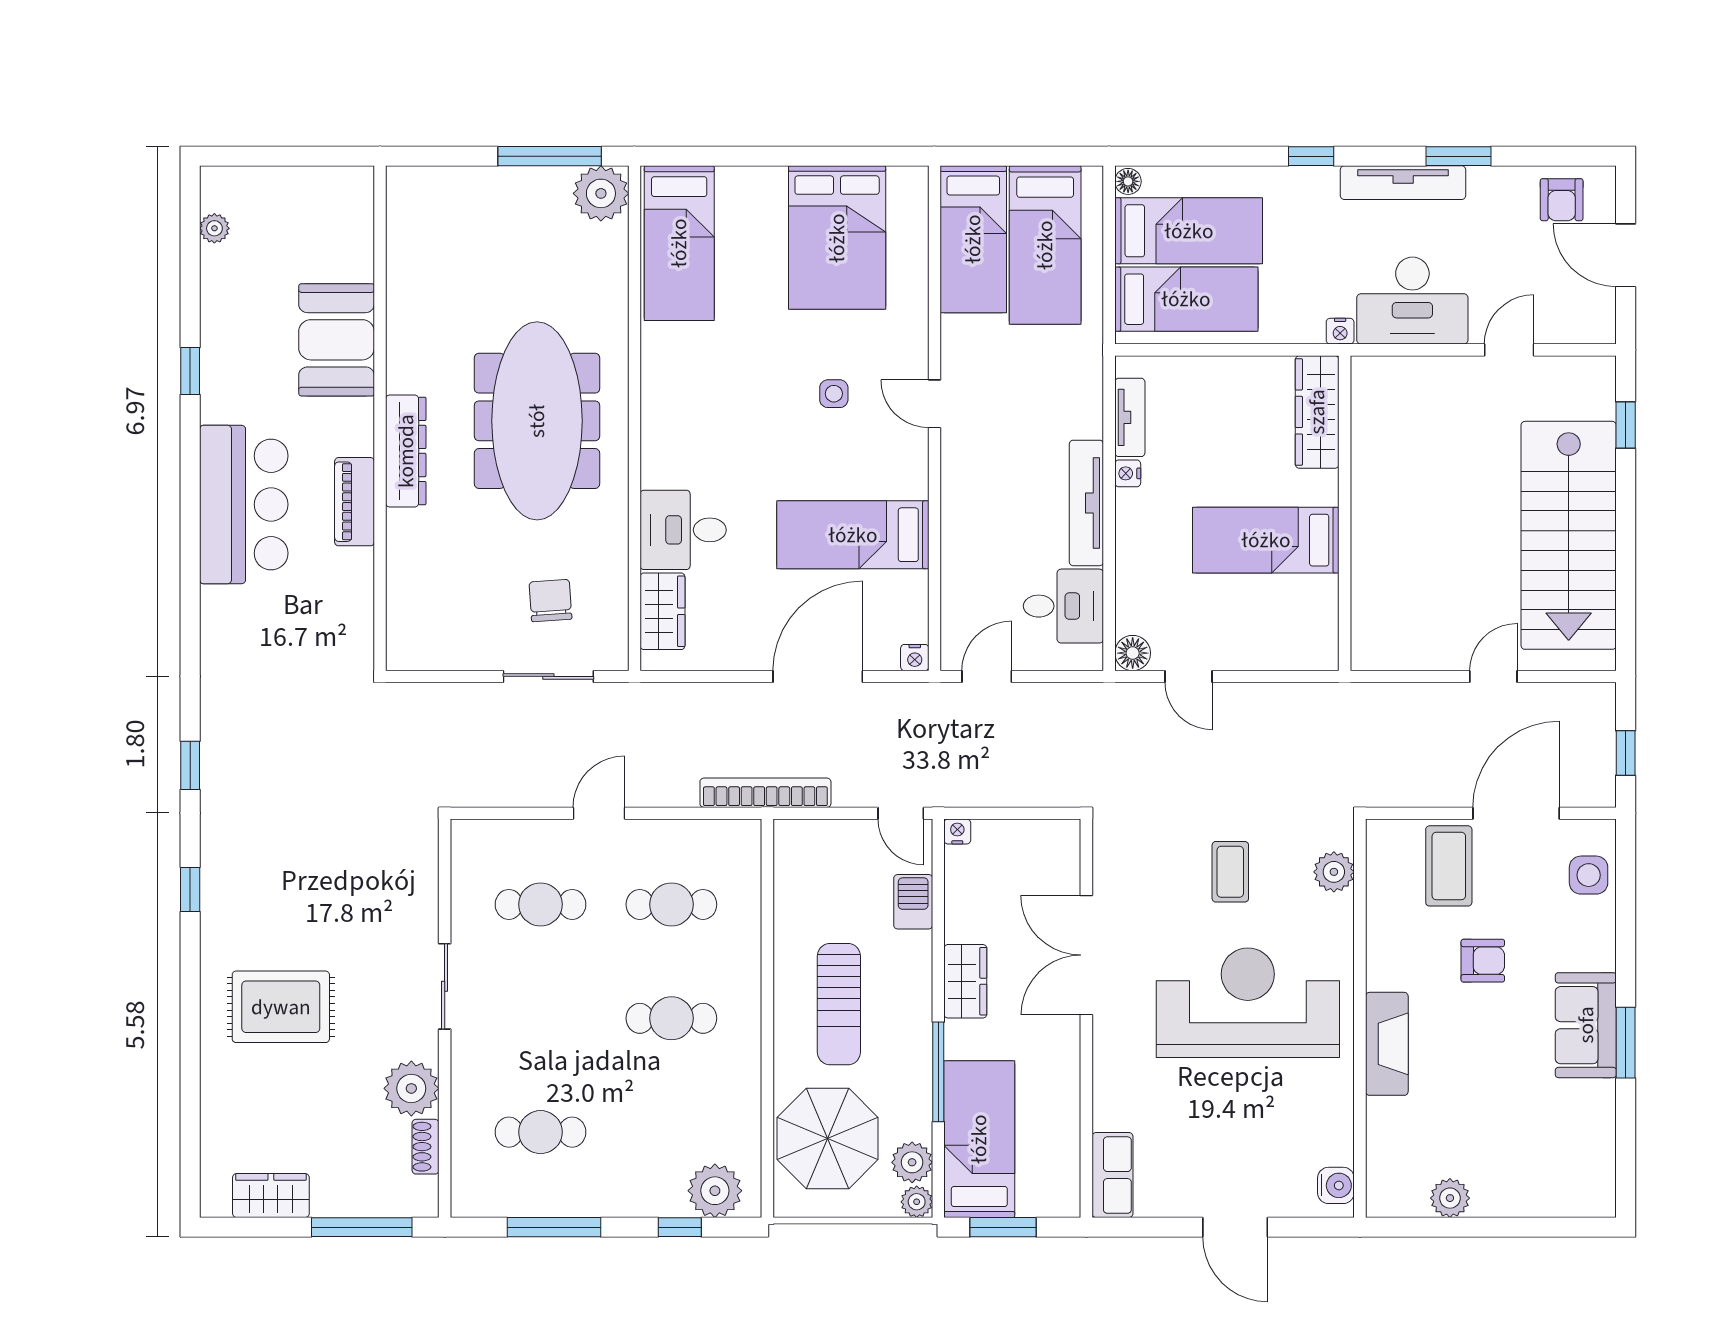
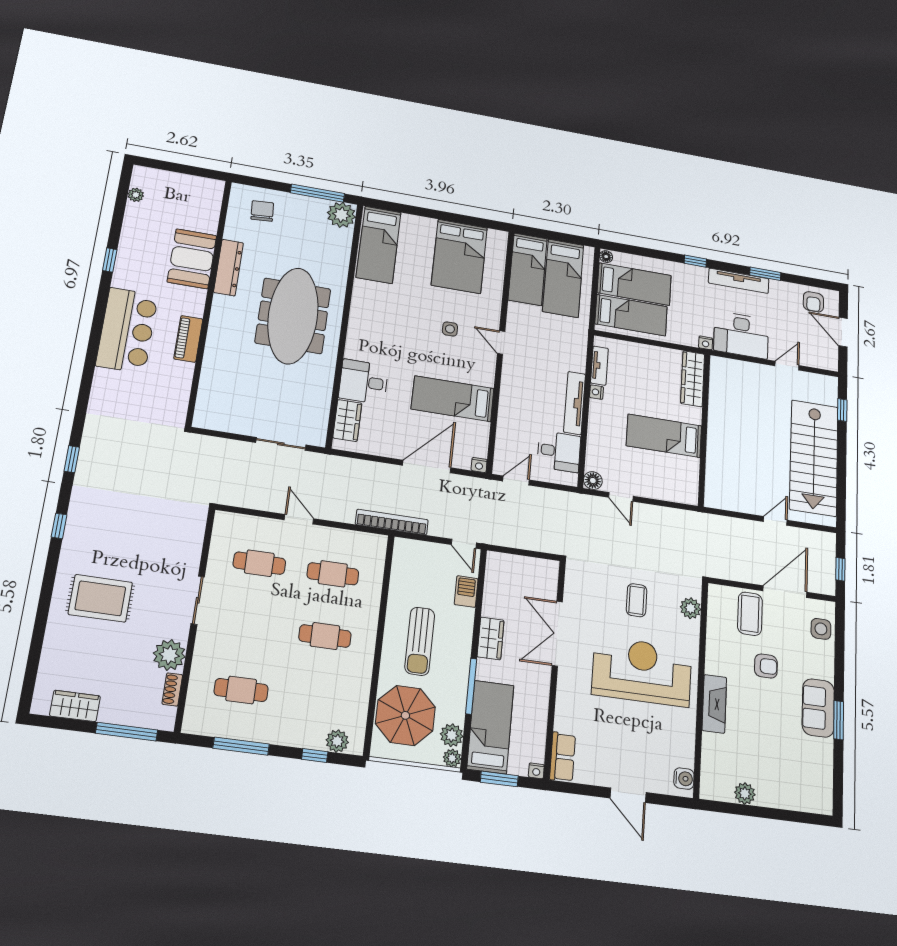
dresser: (406, 451) -> (229, 268), moved
chair: (550, 601) -> (262, 211), moved
door: (599, 813) -> (299, 519), hinge flipped
nightstand: (957, 831) -> (536, 771), moved, turned 180
plant: (715, 1191) -> (337, 741), width x0.73, depth x0.73

